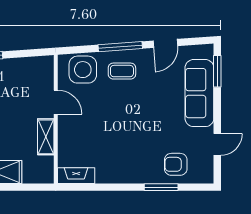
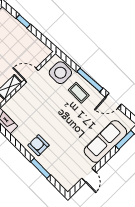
door: (56, 102) -> (31, 75), swing flipped
door: (217, 144) -> (89, 175), hinge flipped
armchair: (176, 164) -> (38, 145), moved

